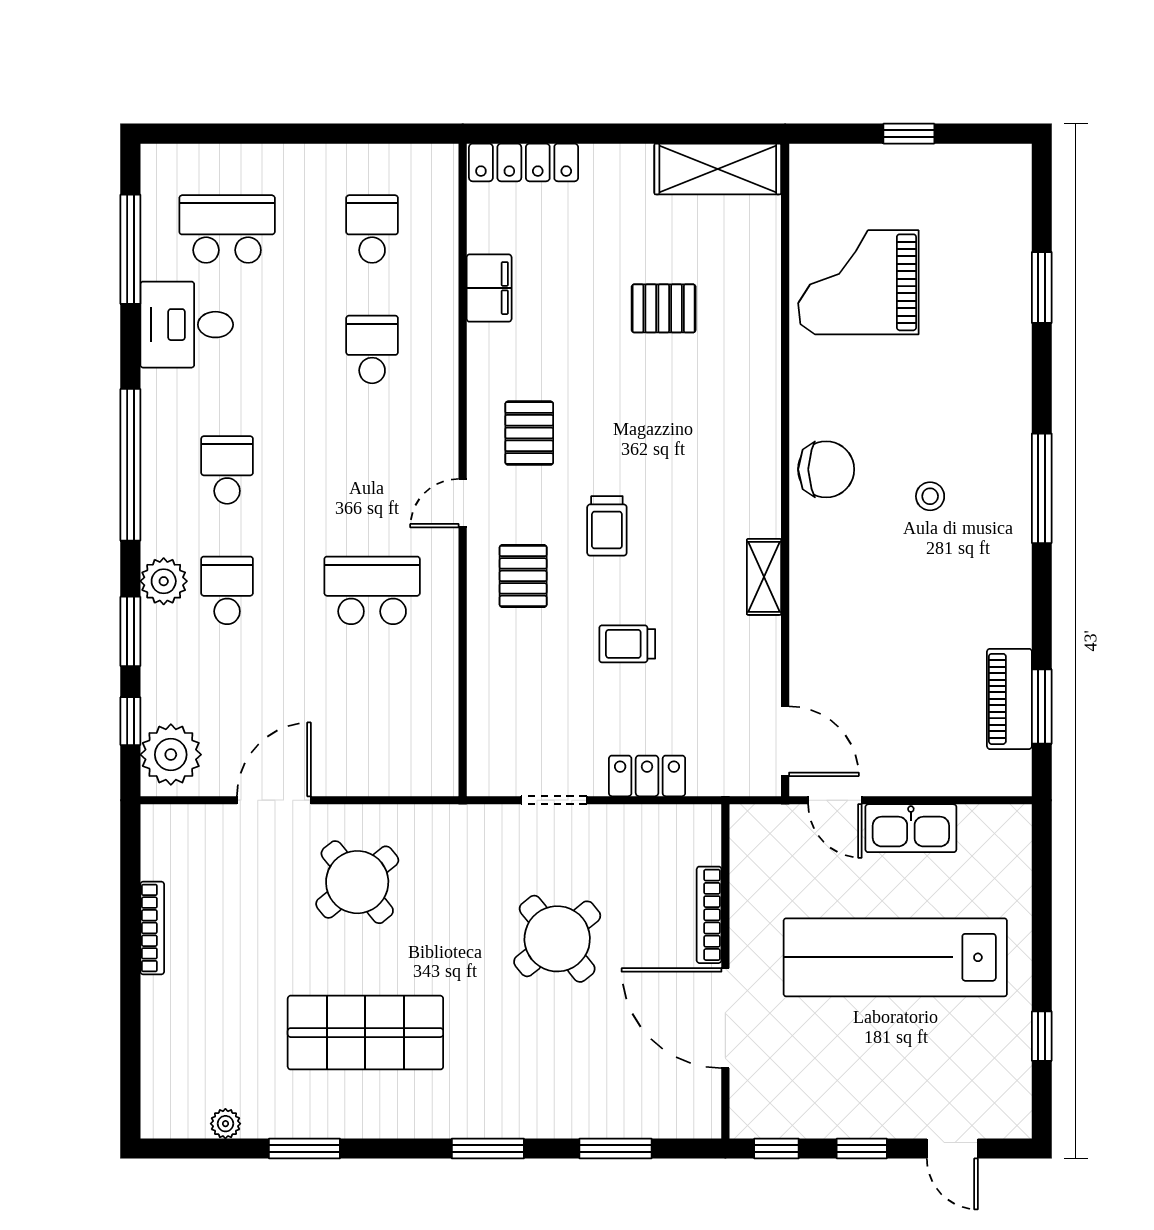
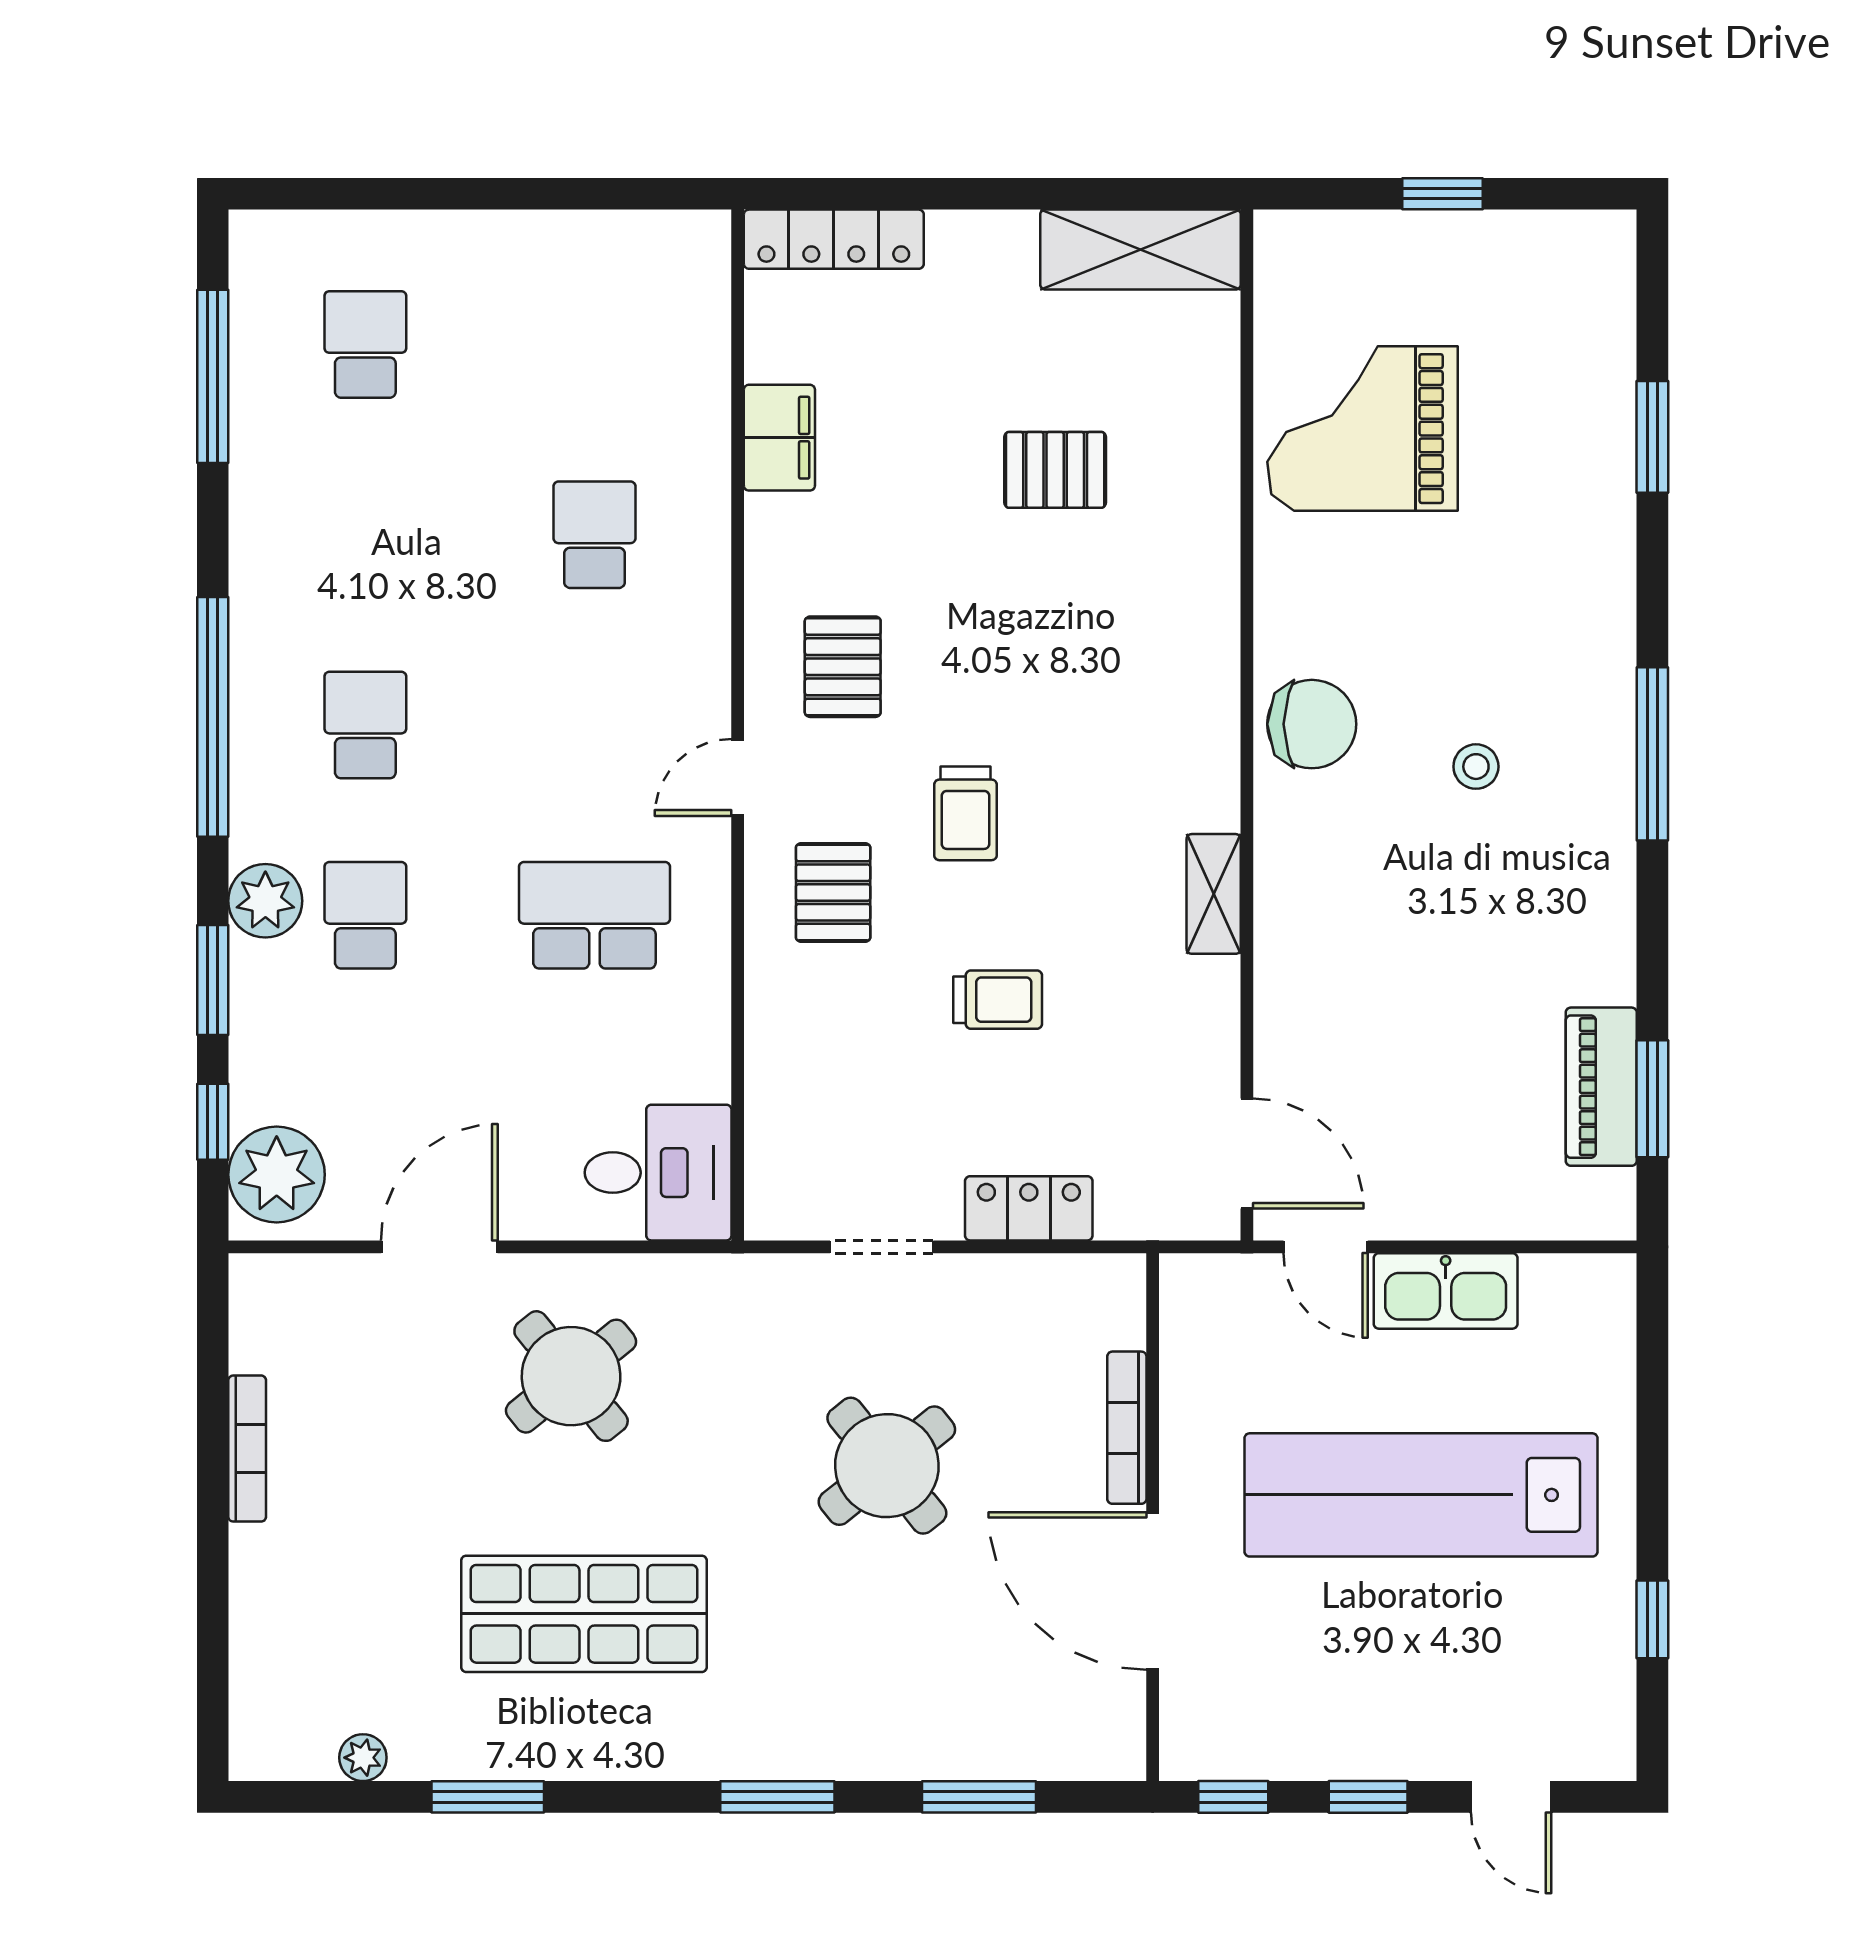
school desk: (227, 229) -> (365, 344), width x0.54
school desk: (372, 229) -> (594, 344), removed
desk: (187, 325) -> (658, 1173), moved, turned 180
trolley: (627, 644) -> (998, 1000), turned 180

